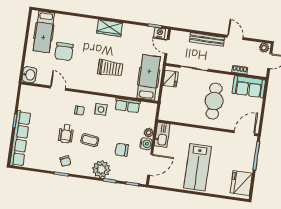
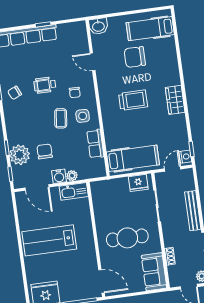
trolley: (110, 68) -> (133, 100), moved, turned -90
door: (58, 88) -> (93, 62), swing flipped
coffee table: (90, 140) -> (61, 118), moved
plant: (101, 169) -> (20, 155), moved

